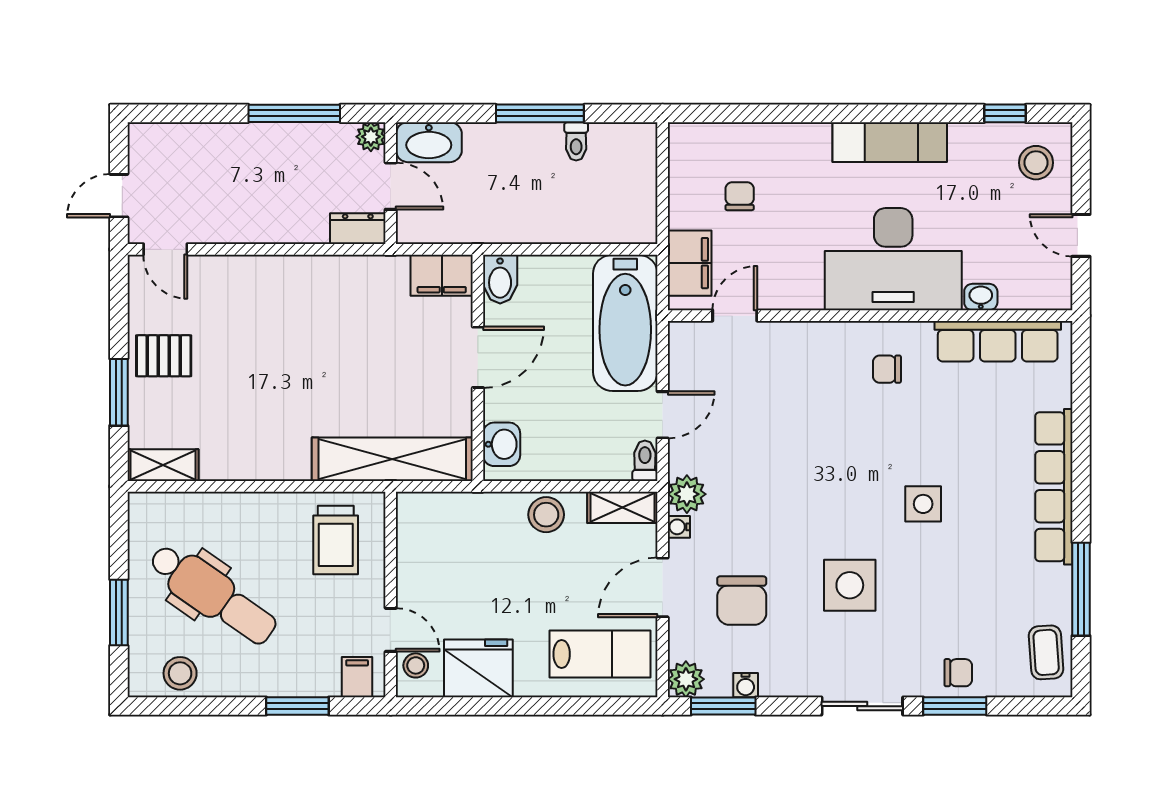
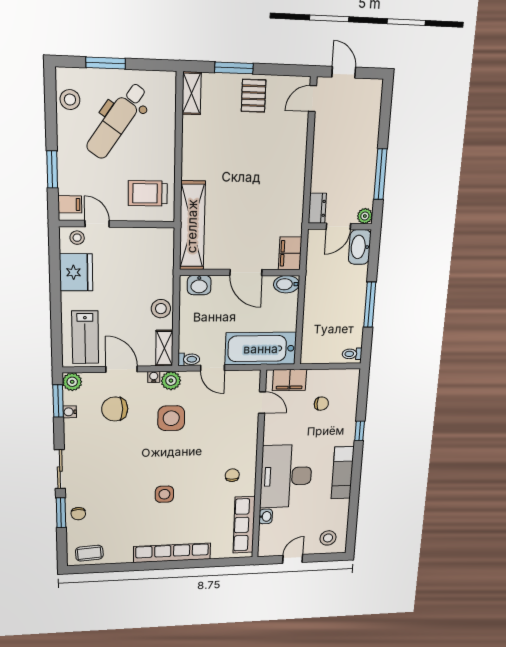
window: (1005, 113) -> (360, 431), moved
toilet: (576, 141) -> (352, 354), moved
side table: (850, 585) -> (171, 418), moved
window: (1081, 589) -> (121, 567), removed
door: (391, 630) -> (97, 224), swing flipped

